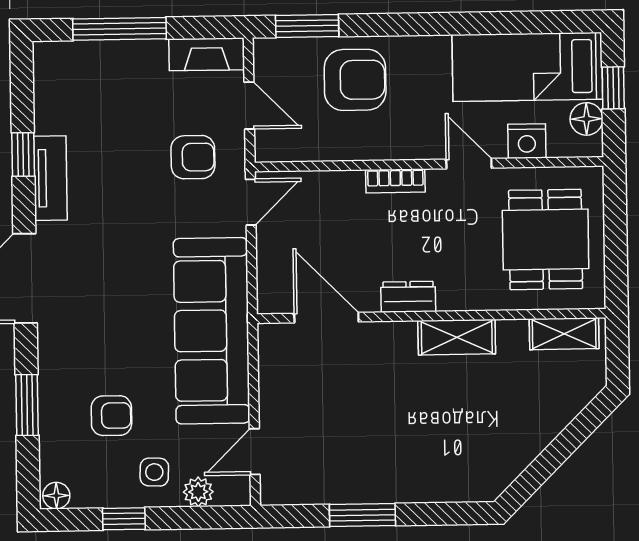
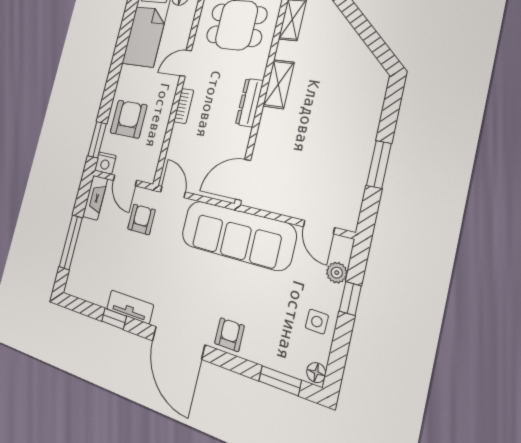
door: (249, 105) -> (125, 180), swing flipped
nightstand: (527, 141) -> (105, 163), moved, turned 90
dresser: (408, 297) -> (249, 103), width x1.44
door: (326, 318) -> (243, 180), moved
window: (27, 405) -> (280, 381), moved
armchair: (111, 416) -> (229, 335), moved
side table: (154, 472) -> (317, 322), moved
window: (124, 519) -> (350, 298), moved

